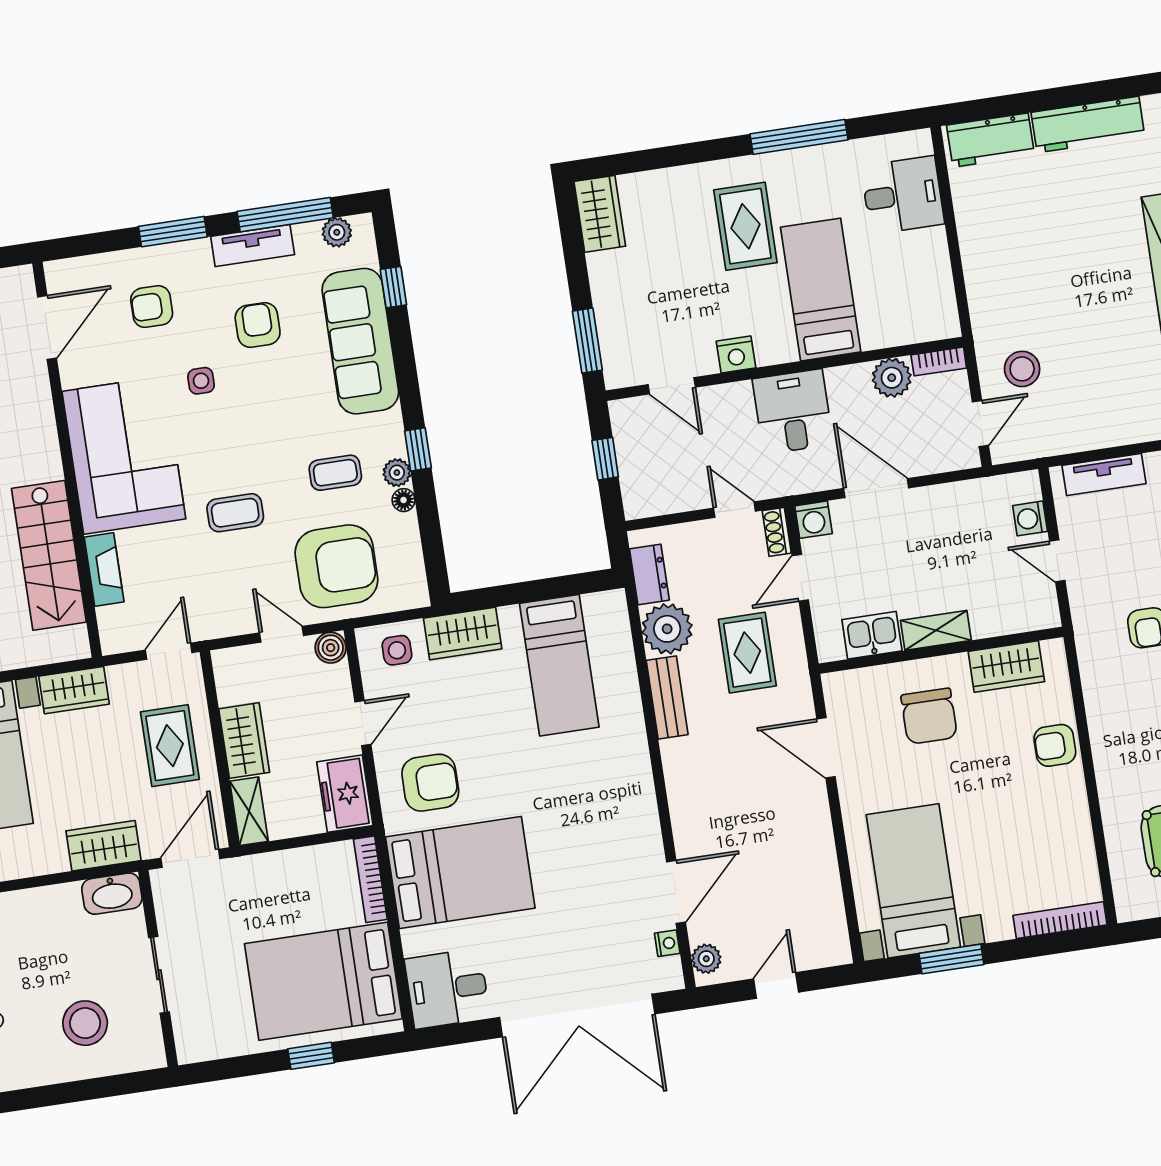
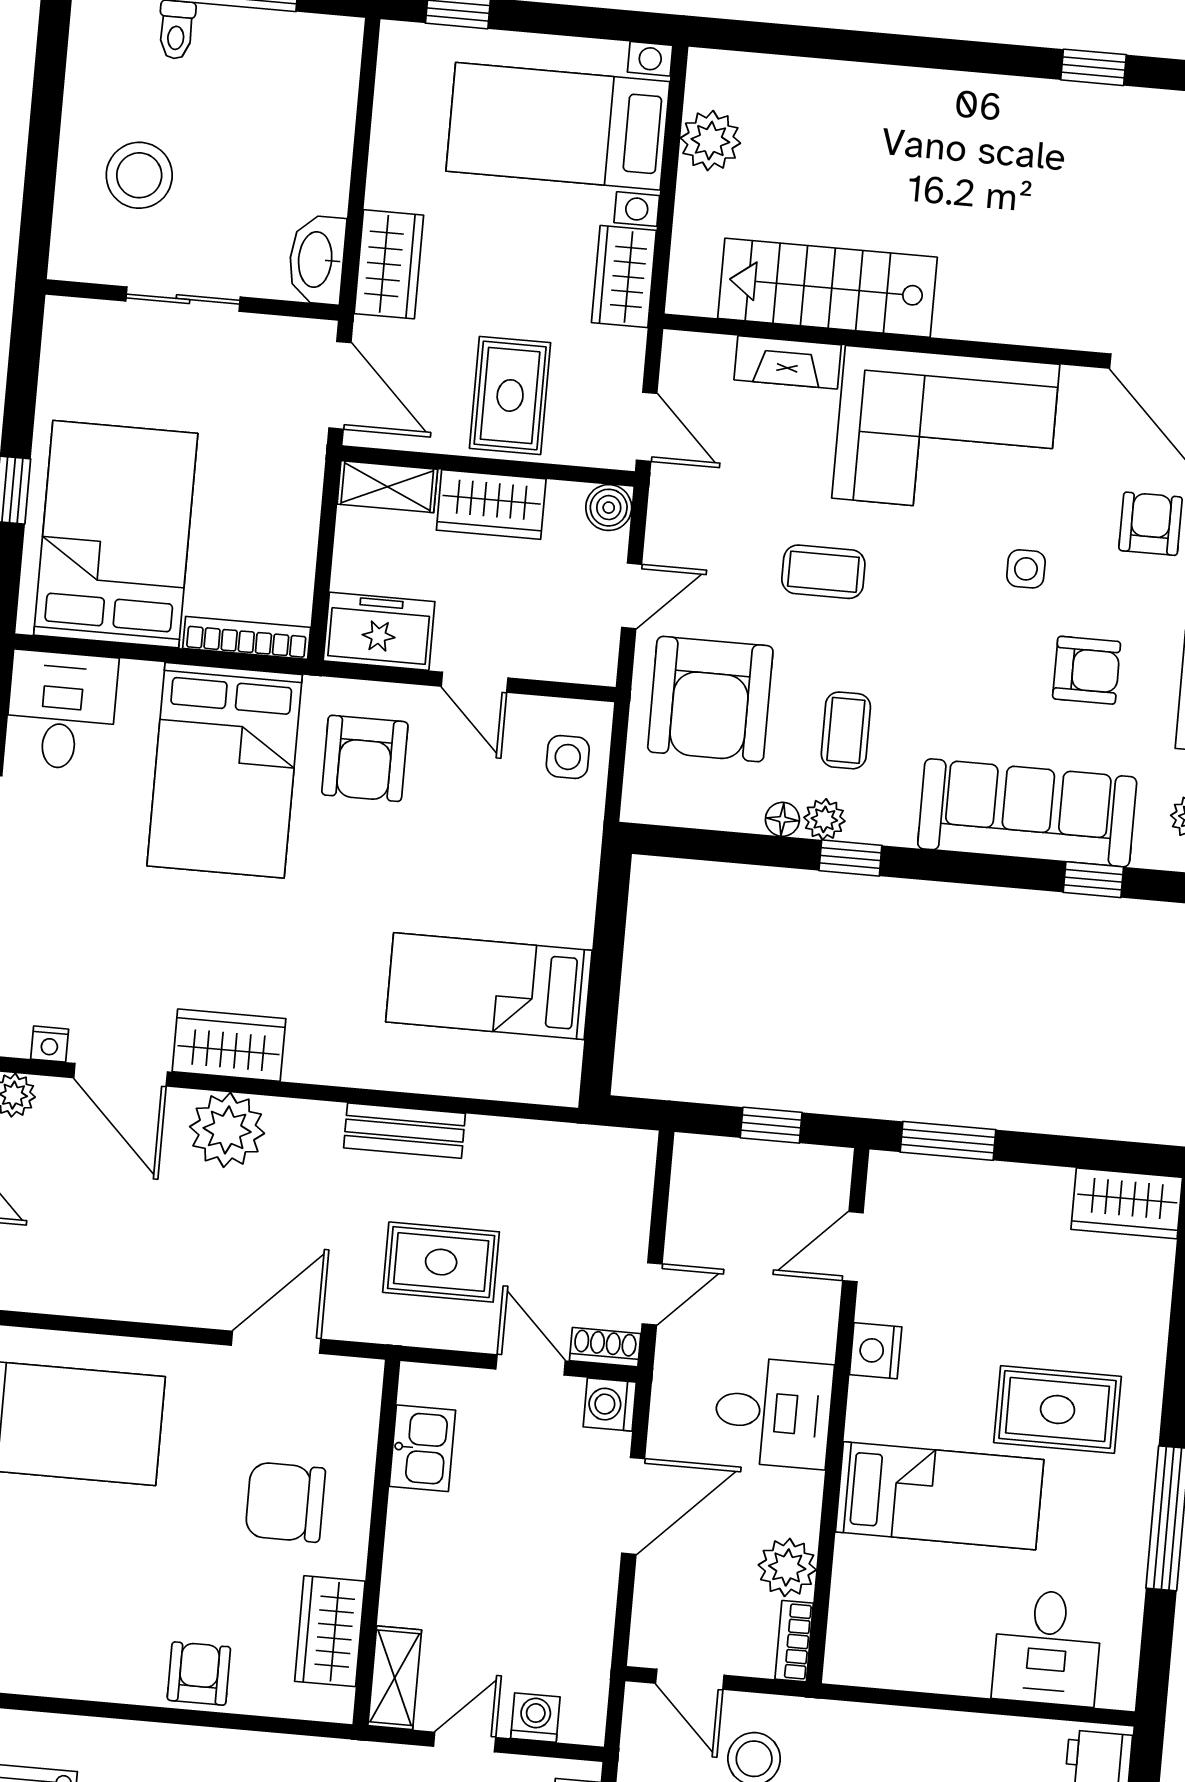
coffee table: (235, 513) -> (823, 572), turned 90
dresser: (649, 574) -> (588, 1148), removed
plant: (667, 629) -> (227, 1130), moved
shelving: (936, 630) -> (395, 1678), moved
wardrobe: (463, 634) -> (229, 1045), moved, turned 90
boiler: (331, 648) -> (609, 508), moved
rug: (170, 746) -> (510, 395), turned 90

